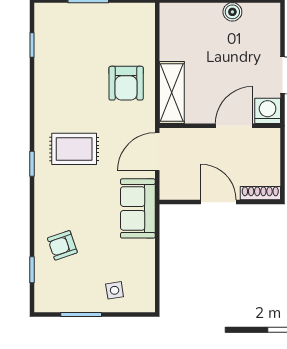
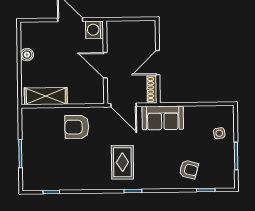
armchair: (126, 83) -> (77, 127), turned 180
shelving: (172, 92) -> (46, 96), moved
door: (234, 126) -> (105, 65), moved
shoe rack: (260, 193) -> (152, 90), moved
armchair: (62, 245) -> (189, 169), turned -56

